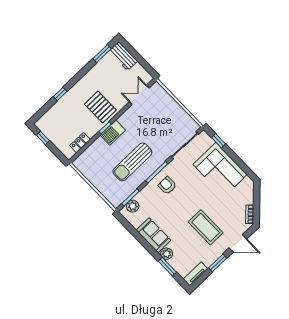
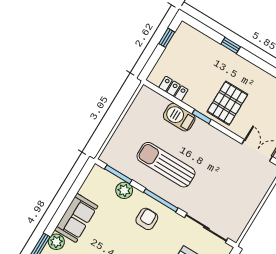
barbecue: (113, 133) -> (179, 117), moved
plant: (133, 206) -> (124, 190), moved

